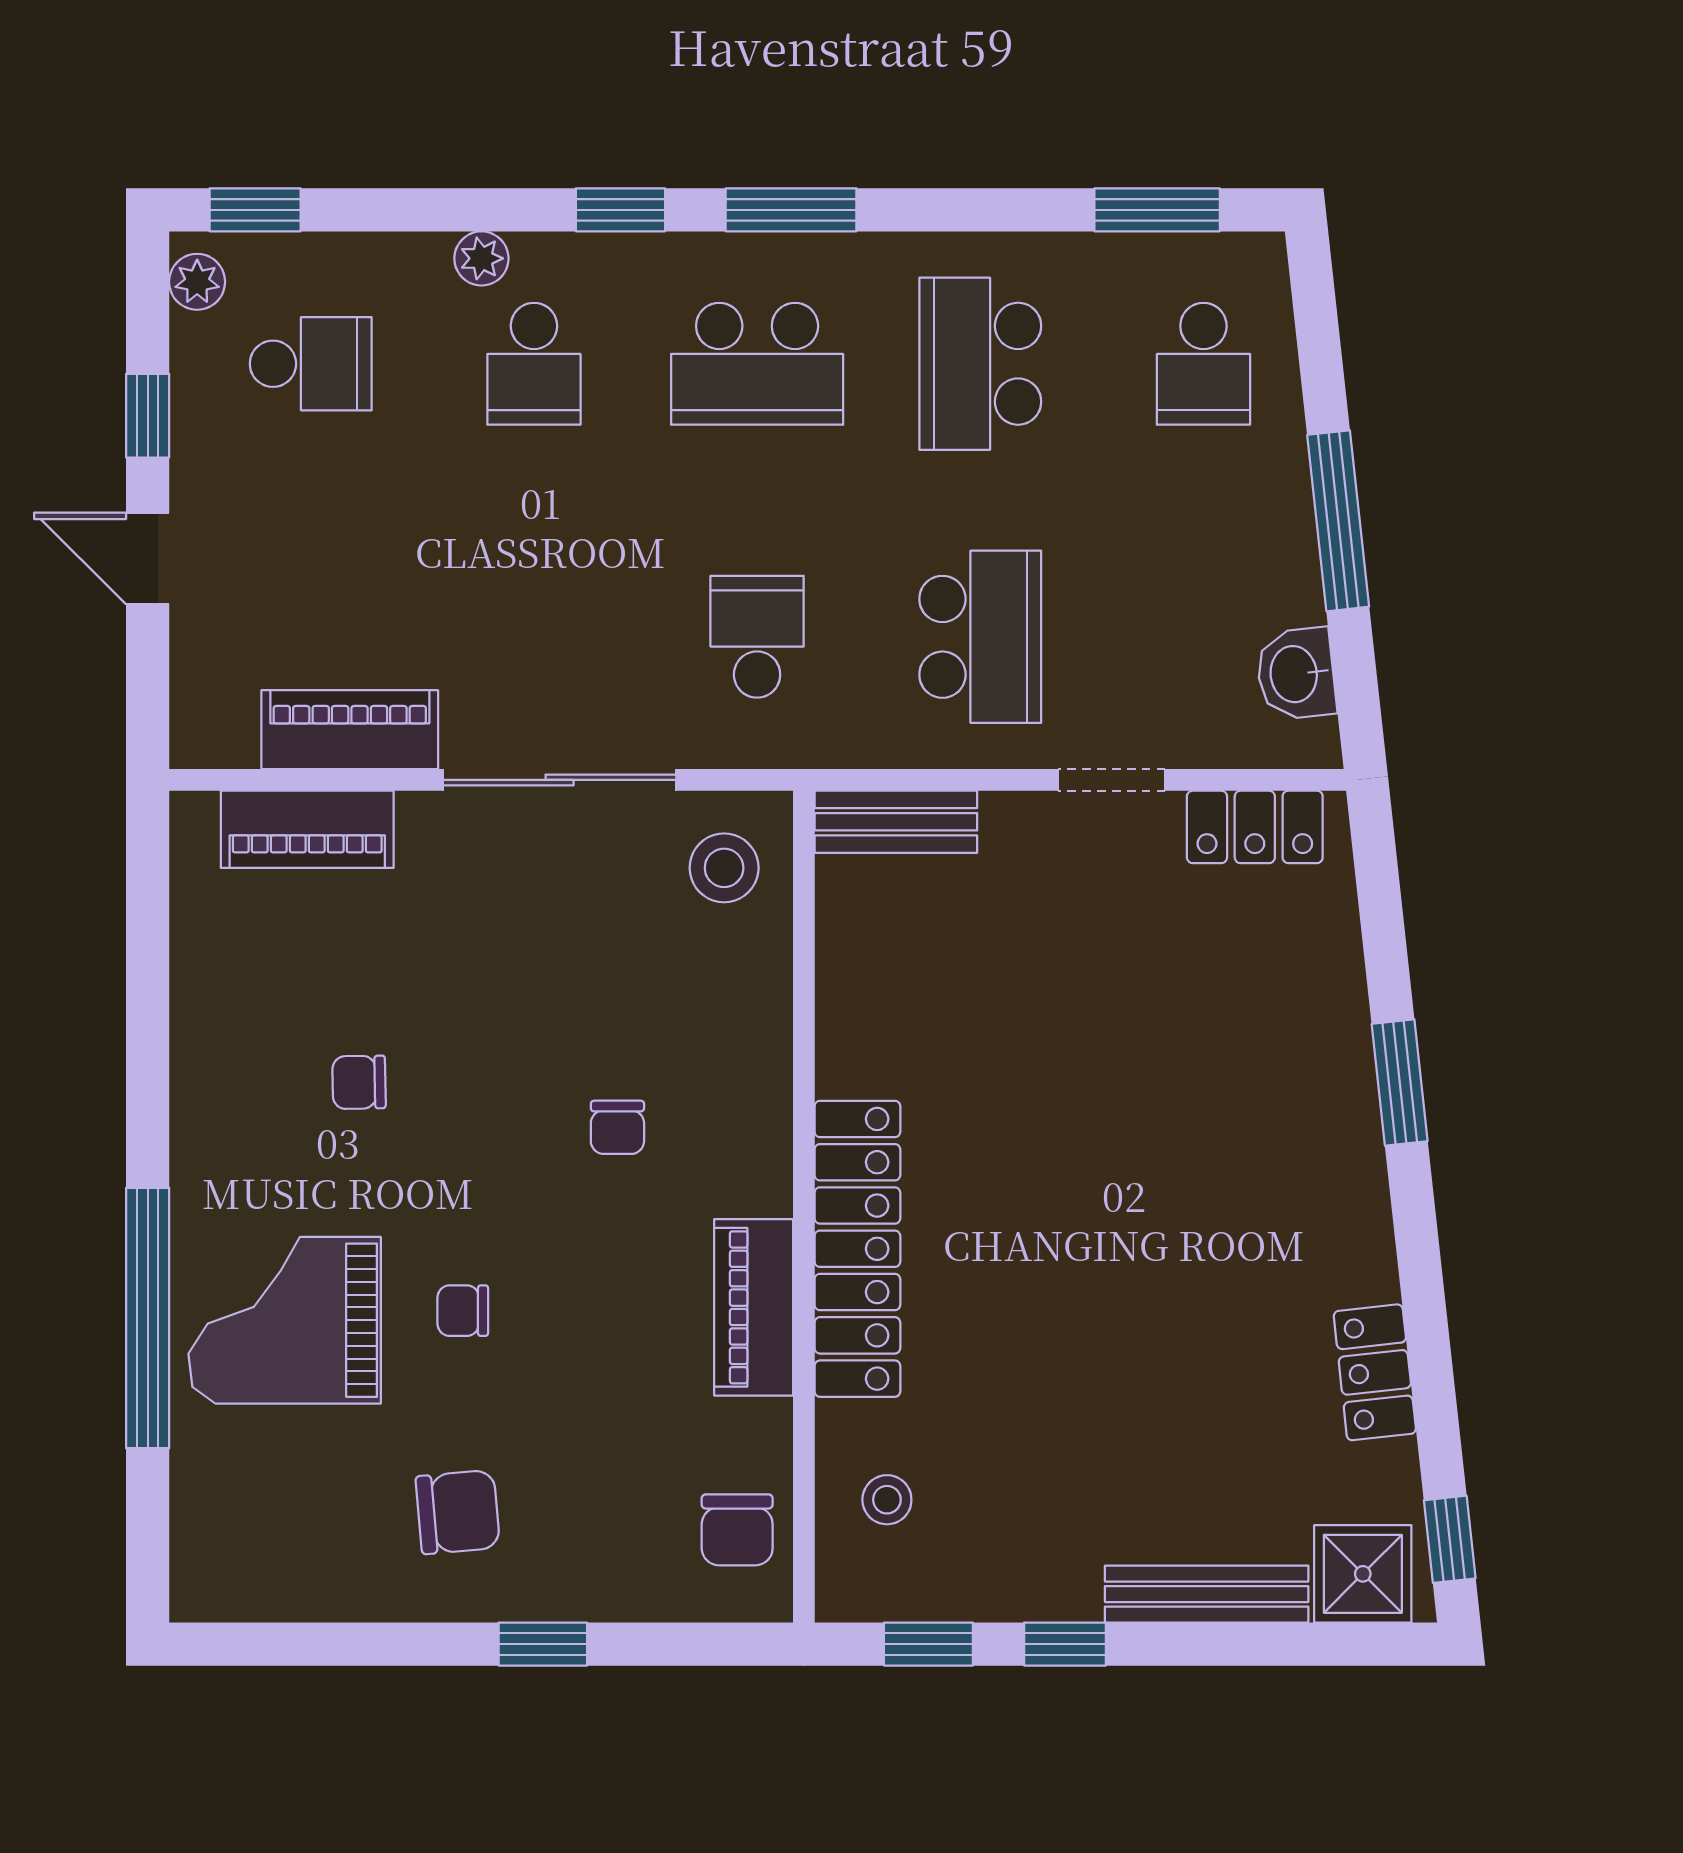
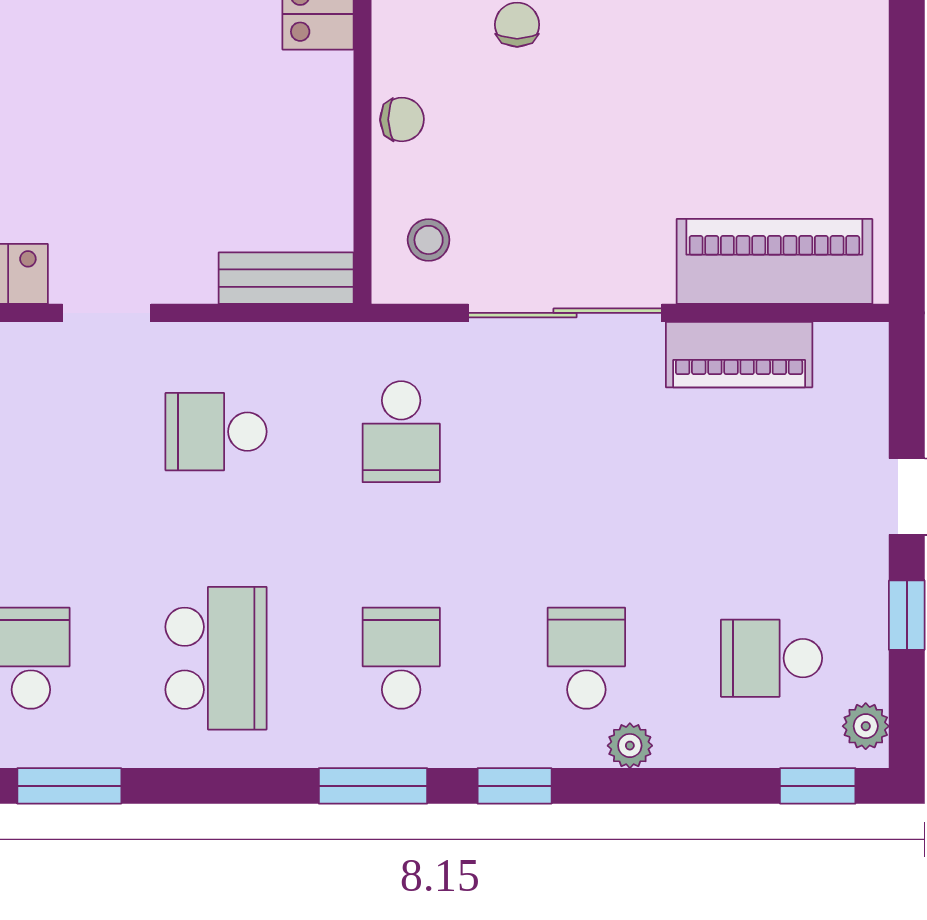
school desk: (757, 364) -> (401, 658), width x0.54
school desk: (980, 637) -> (216, 432), width x0.54
piano: (307, 829) -> (774, 261), width x1.37, depth x1.33
stool: (724, 868) -> (429, 240), width x0.73, depth x0.73
chair: (359, 1082) -> (402, 119), moved

